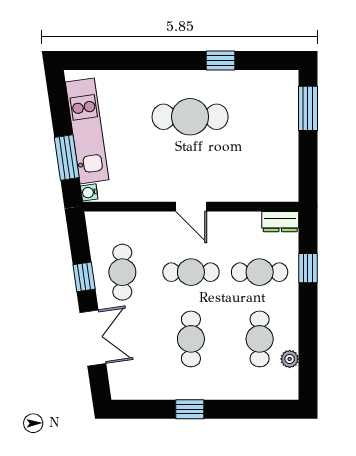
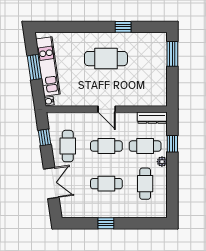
window: (67, 157) -> (34, 67), moved
dresser: (280, 222) -> (152, 118), width x1.44
window: (84, 277) -> (45, 137), moved
cafe table: (191, 339) -> (106, 184), turned 90
plant: (290, 359) -> (162, 162), moved

